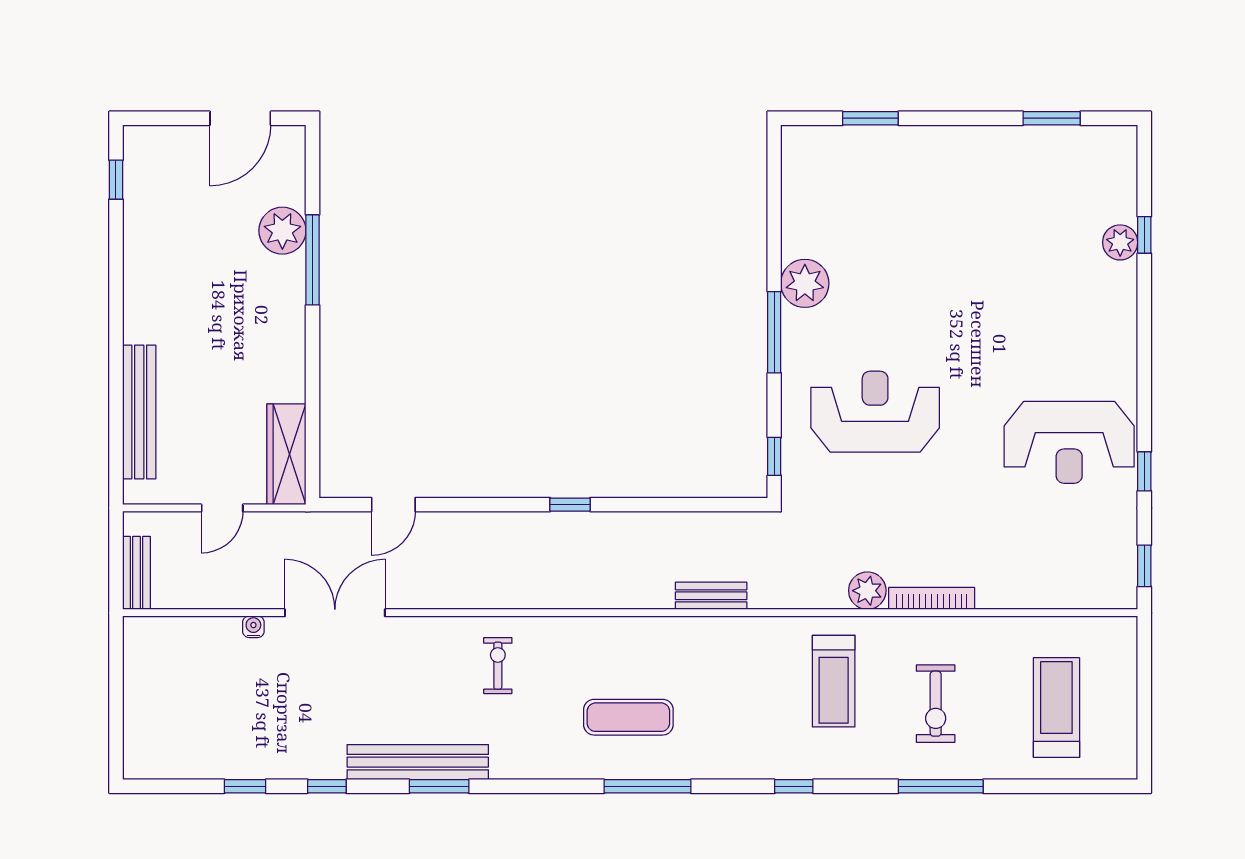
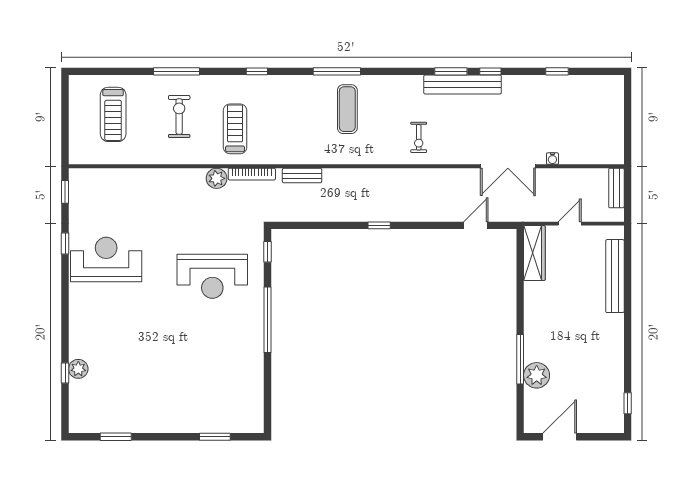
plant: (805, 283) -> (251, 346), removed
window: (774, 332) -> (268, 320), width x1.46
bookcase: (932, 598) -> (252, 174), moved
exercise mat: (628, 717) -> (347, 109), turned 90
window: (327, 786) -> (490, 71), moved

